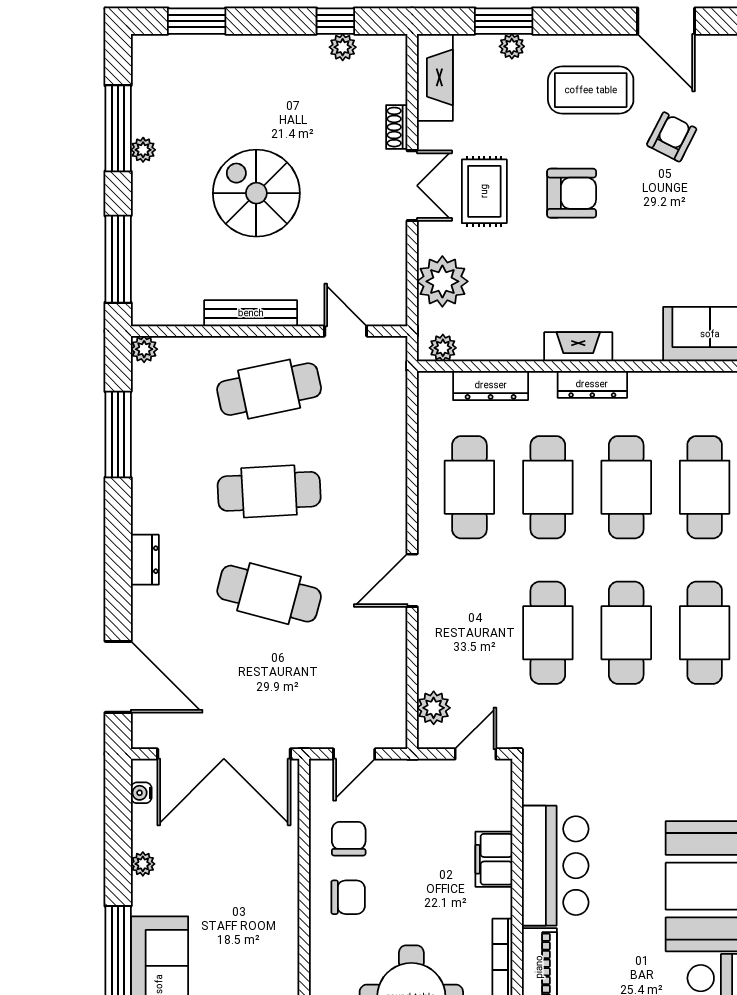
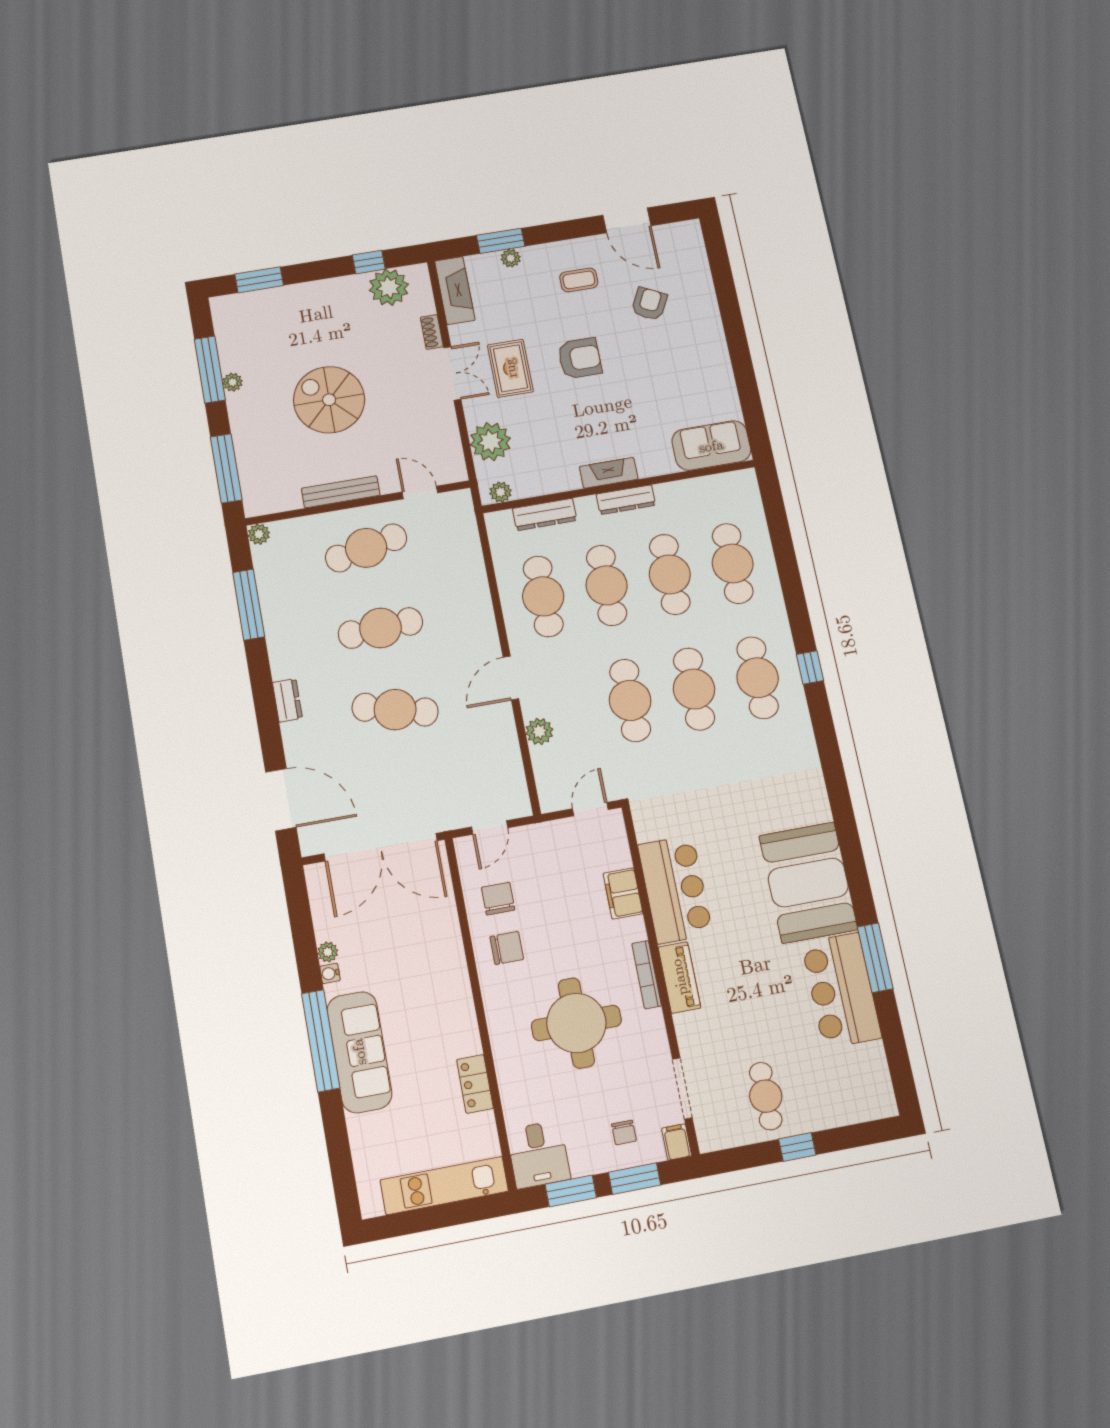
plant: (343, 47) -> (389, 287), width x1.87, depth x1.87
coffee table: (591, 90) -> (579, 280), width x0.54, depth x0.58
plant: (434, 708) -> (539, 731), moved
water cooler: (141, 793) -> (330, 973), moved

